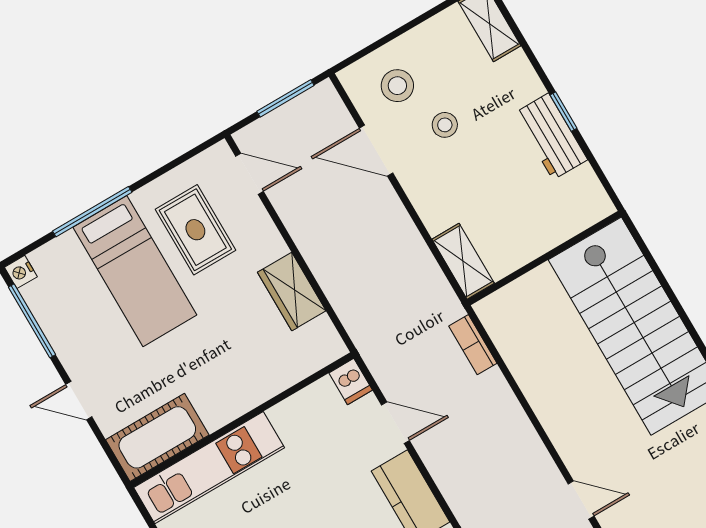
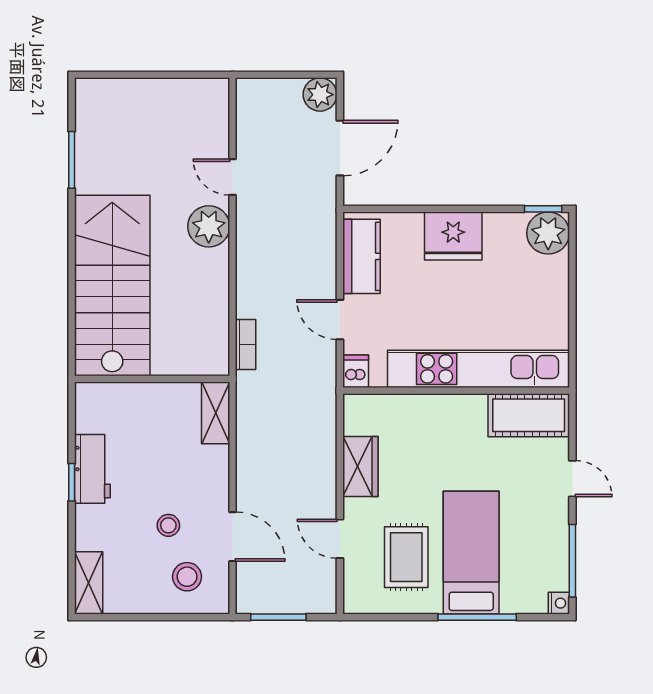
door: (249, 174) -> (340, 539), moved
plant: (576, 439) -> (209, 226), added
kitchen unit: (209, 468) -> (478, 369), width x1.36

